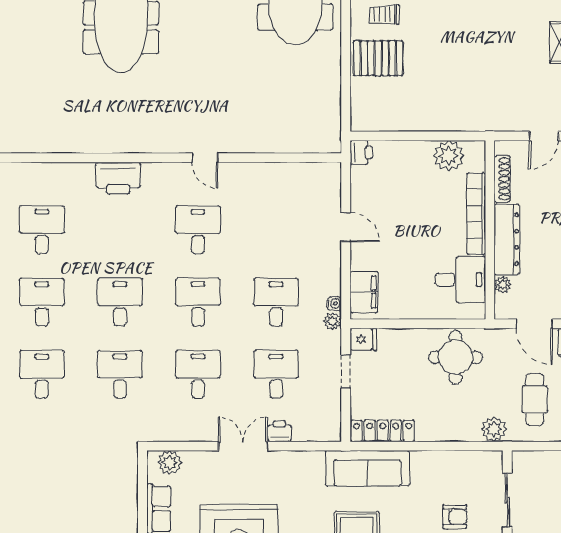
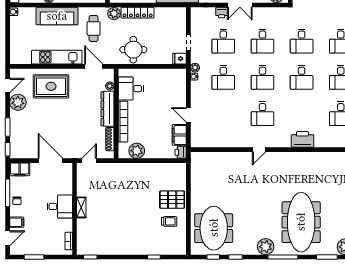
door: (205, 158) -> (259, 150), swing flipped
filing cabinet: (364, 292) -> (179, 135), moved
locker: (383, 431) -> (138, 13), moved

